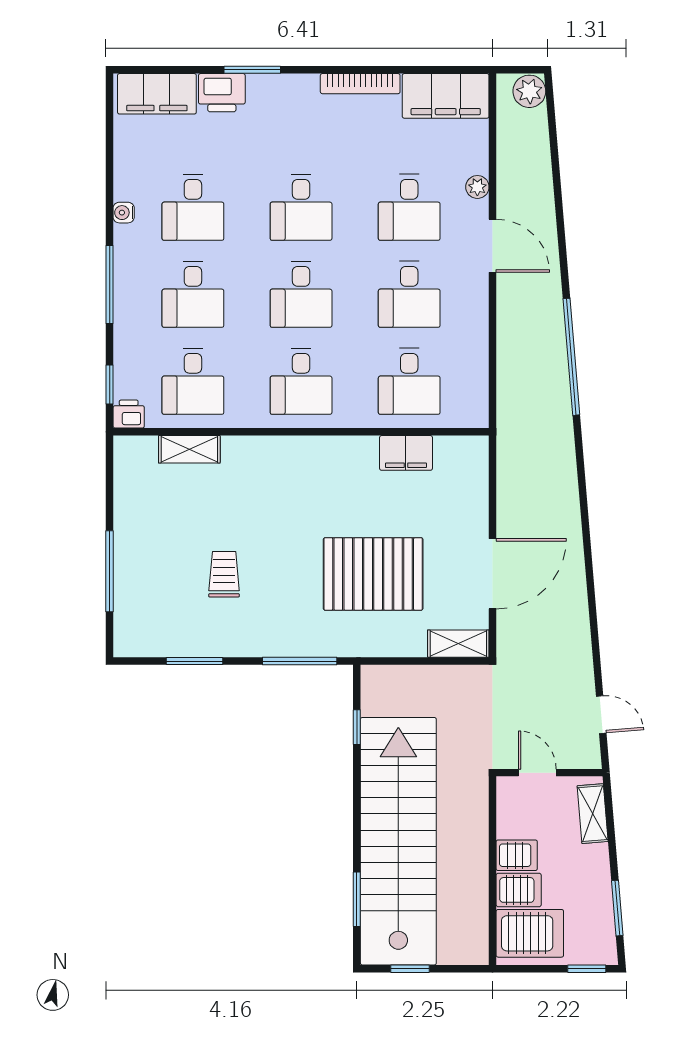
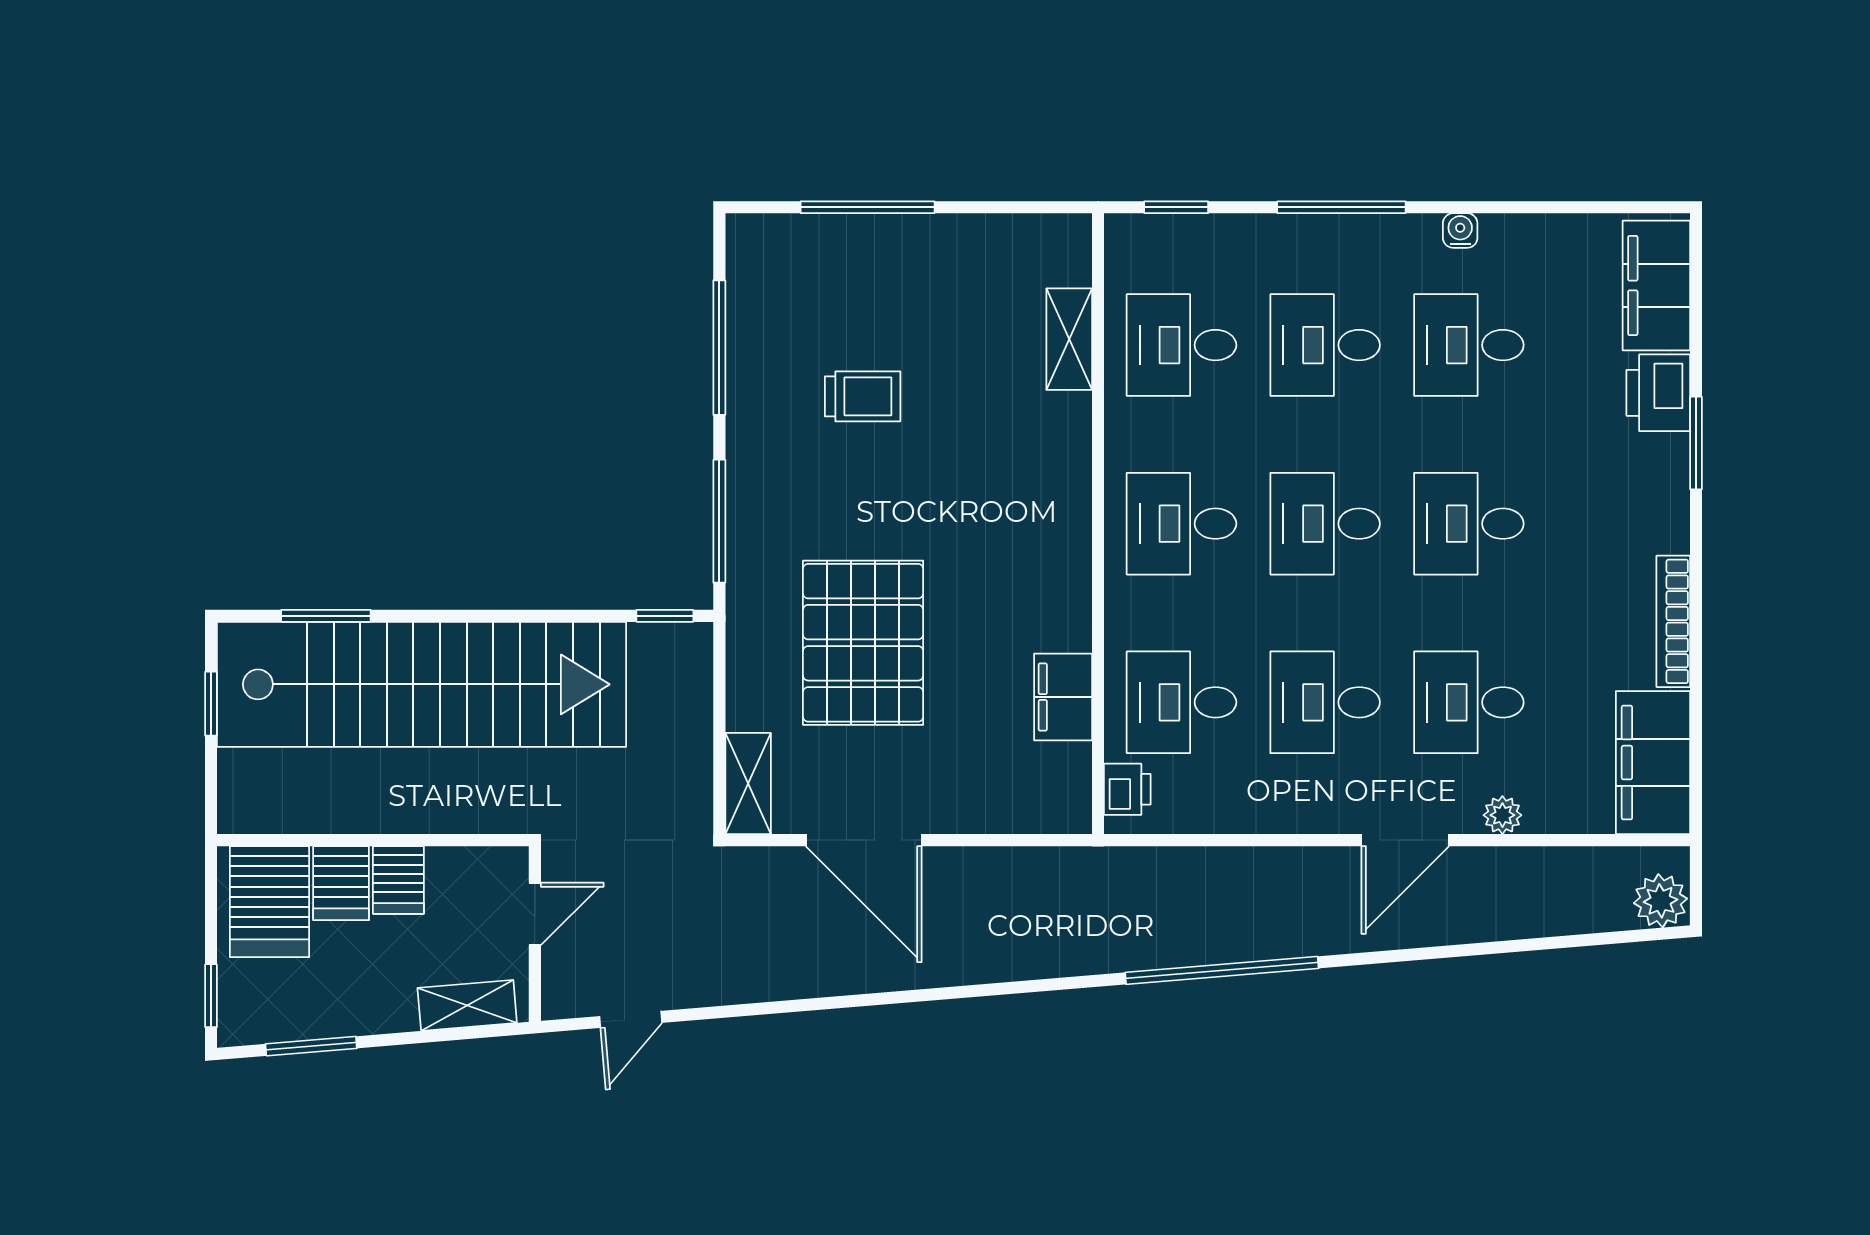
printer: (129, 414) -> (1127, 789), moved
window: (195, 661) -> (719, 348), width x1.44
window: (357, 727) -> (665, 616), moved

